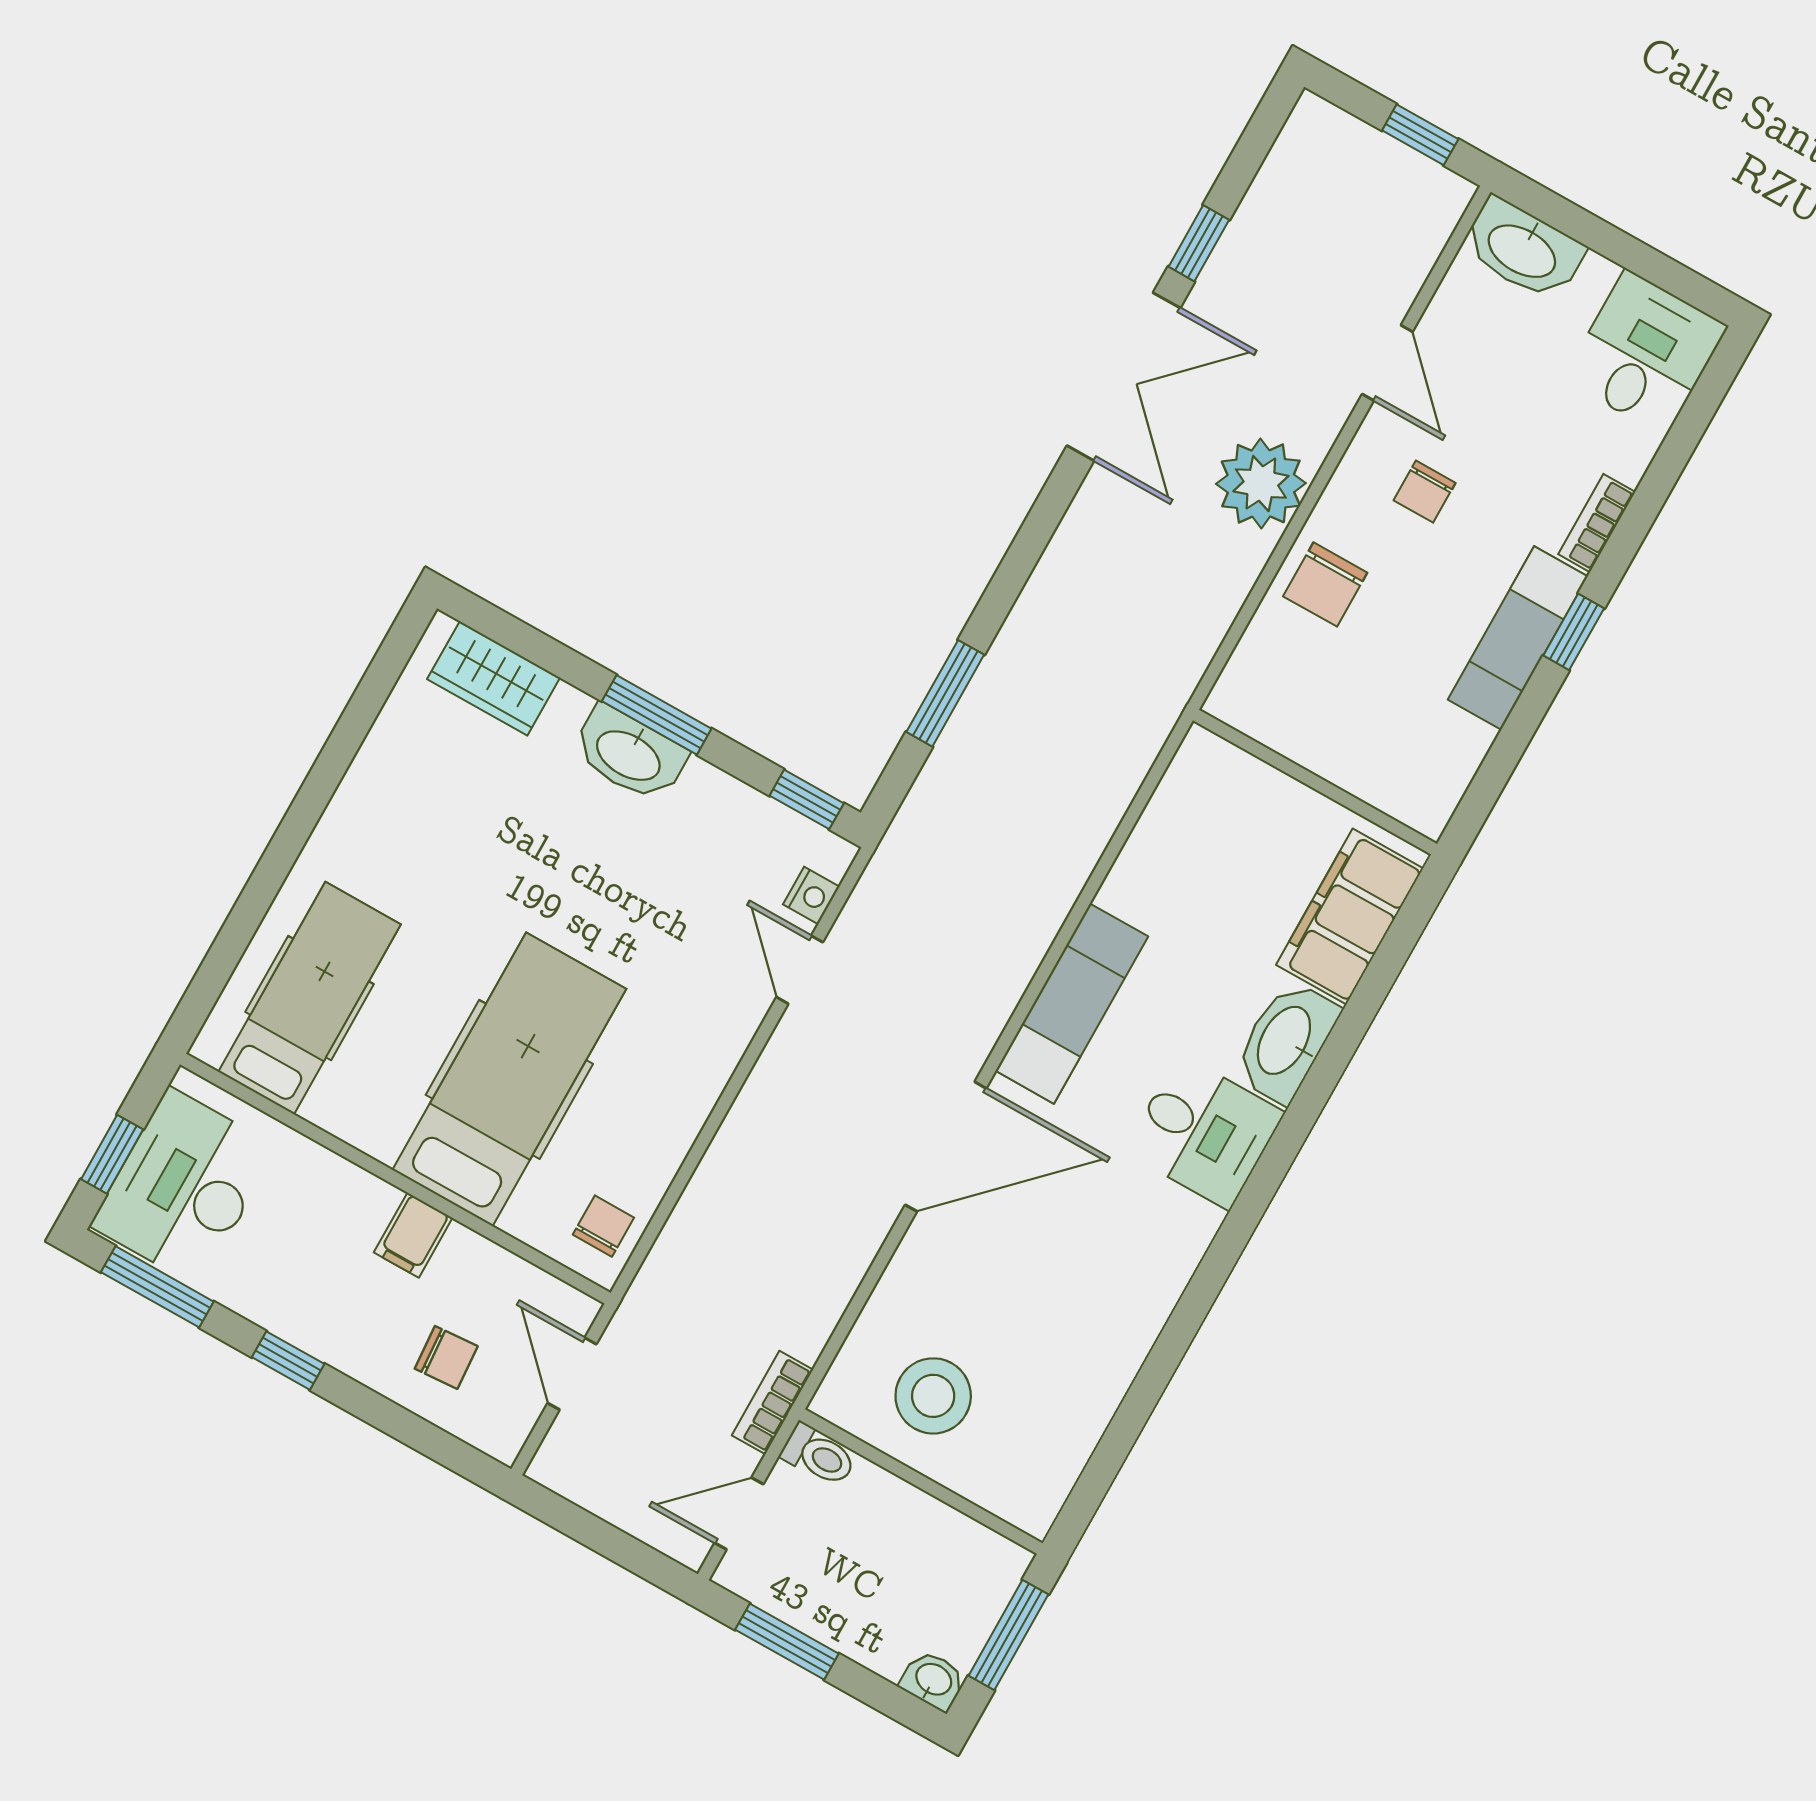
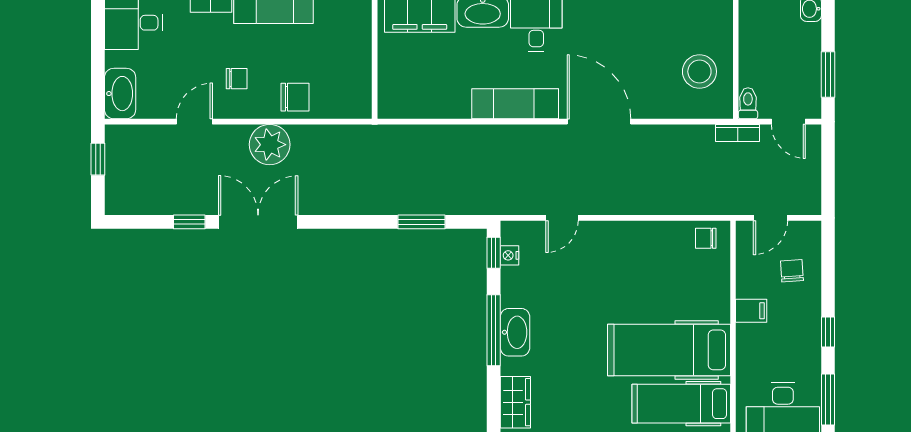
window: (657, 715) -> (494, 330), width x1.44
nightstand: (811, 895) -> (510, 255), moved, turned -90
hospital bed: (509, 1079) -> (669, 350), moved

